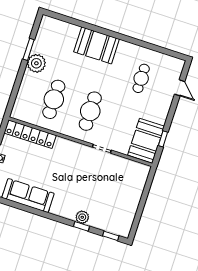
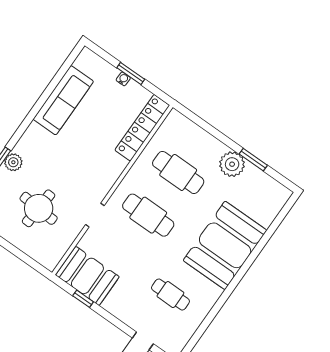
booth: (97, 45) -> (225, 245), width x1.36, depth x1.42
round table: (109, 190) -> (39, 208), added

